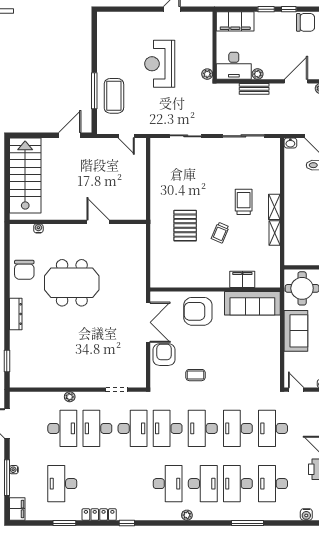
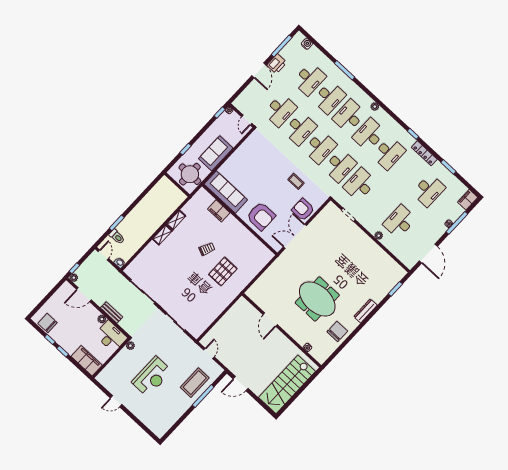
trolley: (244, 202) -> (177, 254), removed
armchair: (164, 355) -> (303, 210), turned 90
desk: (97, 428) -> (389, 153), moved

